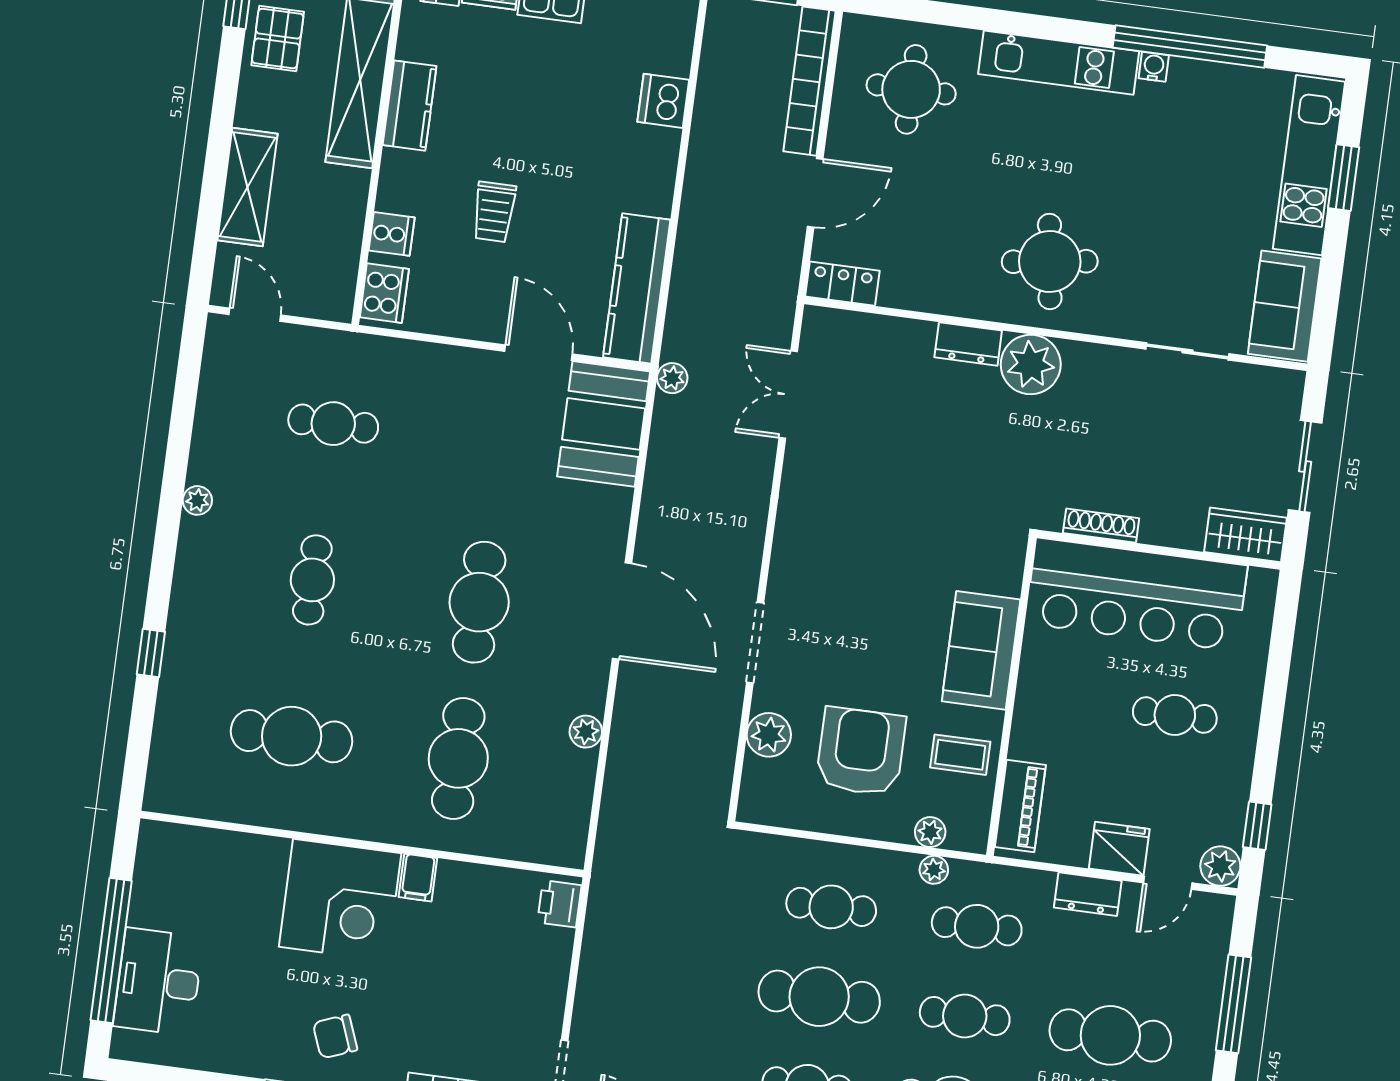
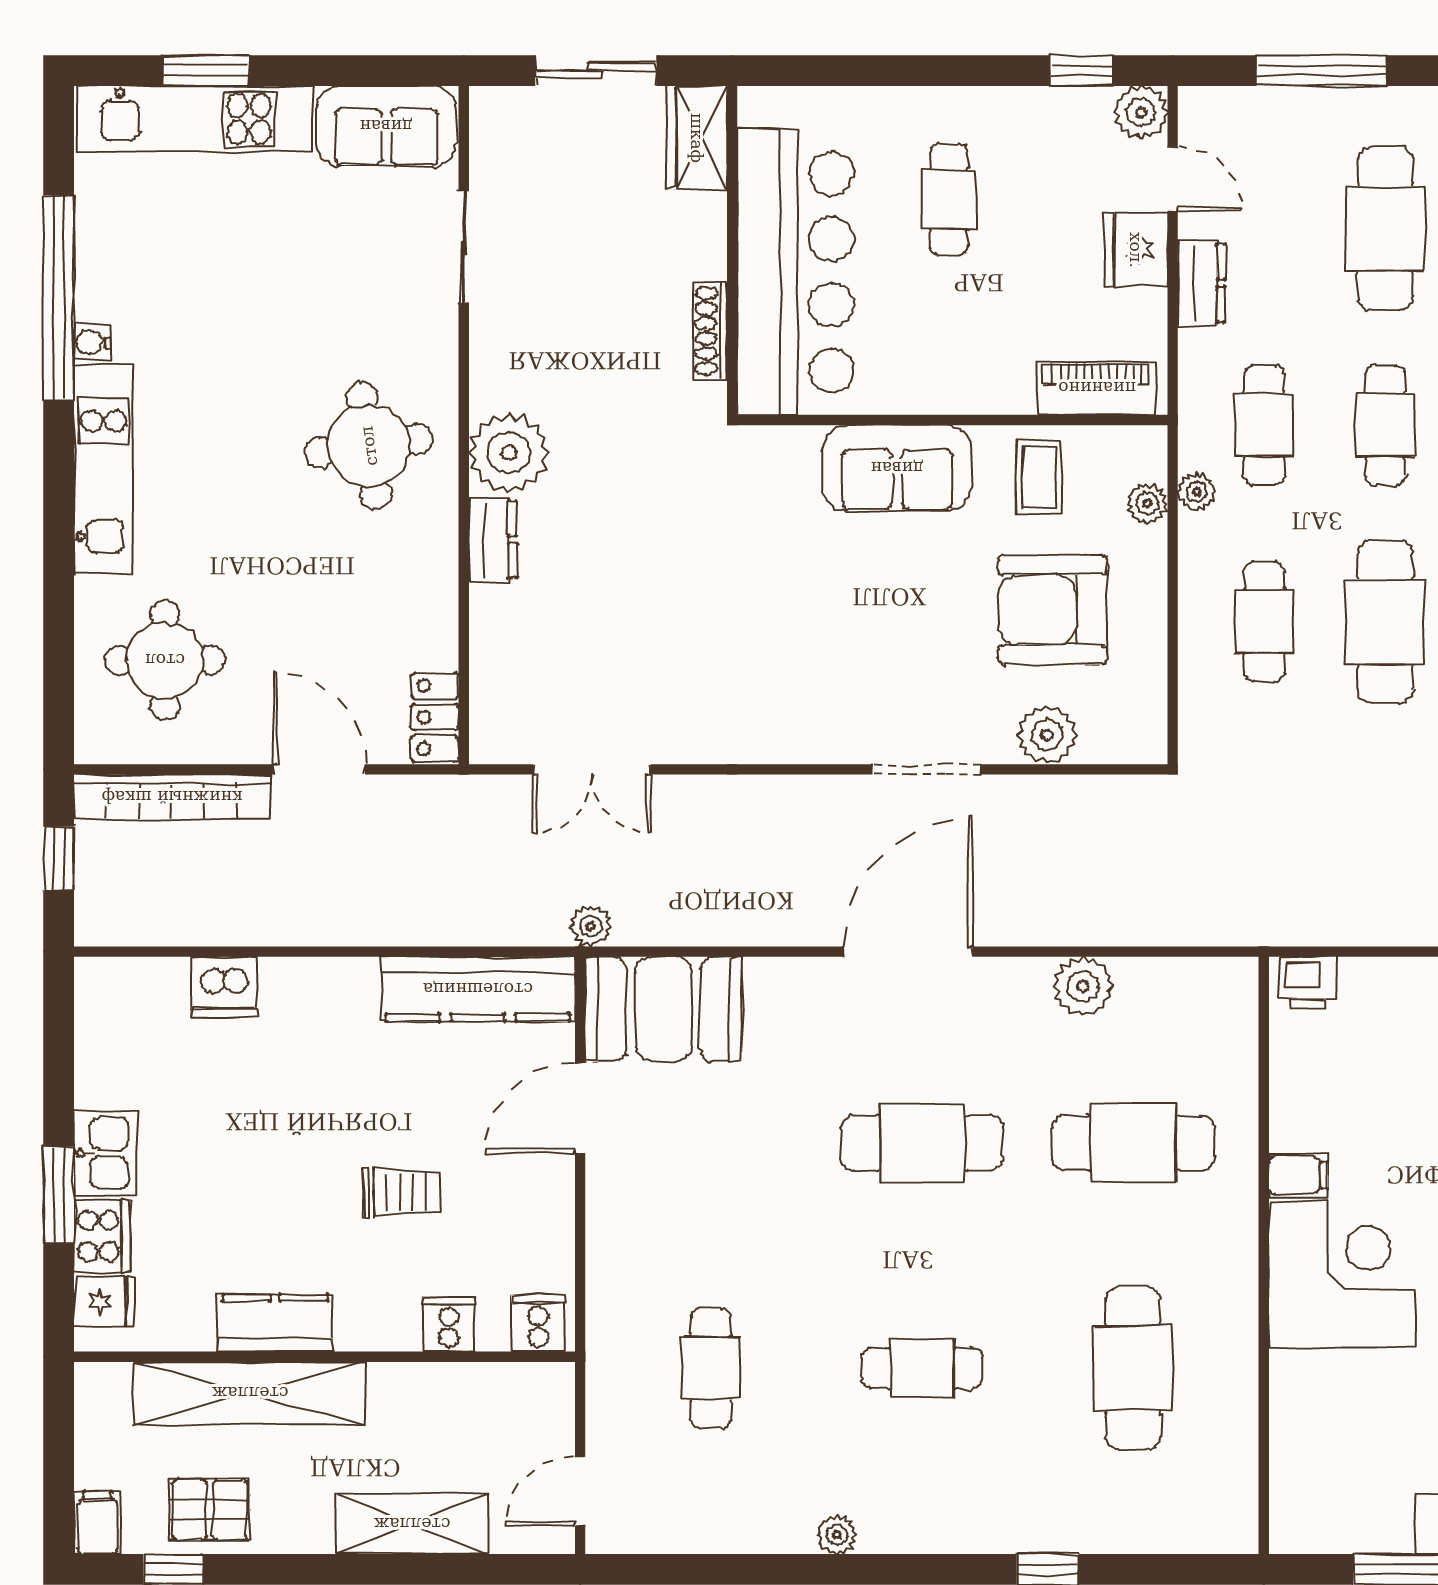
cooker: (384, 293) -> (538, 1323), width x0.73
plant: (586, 732) -> (1083, 986), width x1.38, depth x1.38

